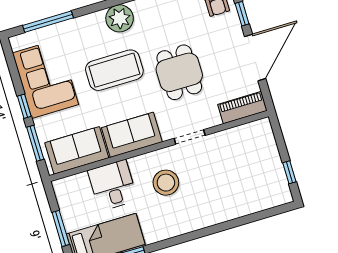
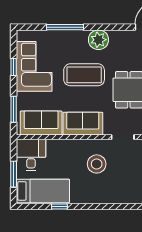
window: (48, 22) -> (65, 27), moved
window: (24, 106) -> (14, 67), moved
desk: (113, 185) -> (31, 155), moved

